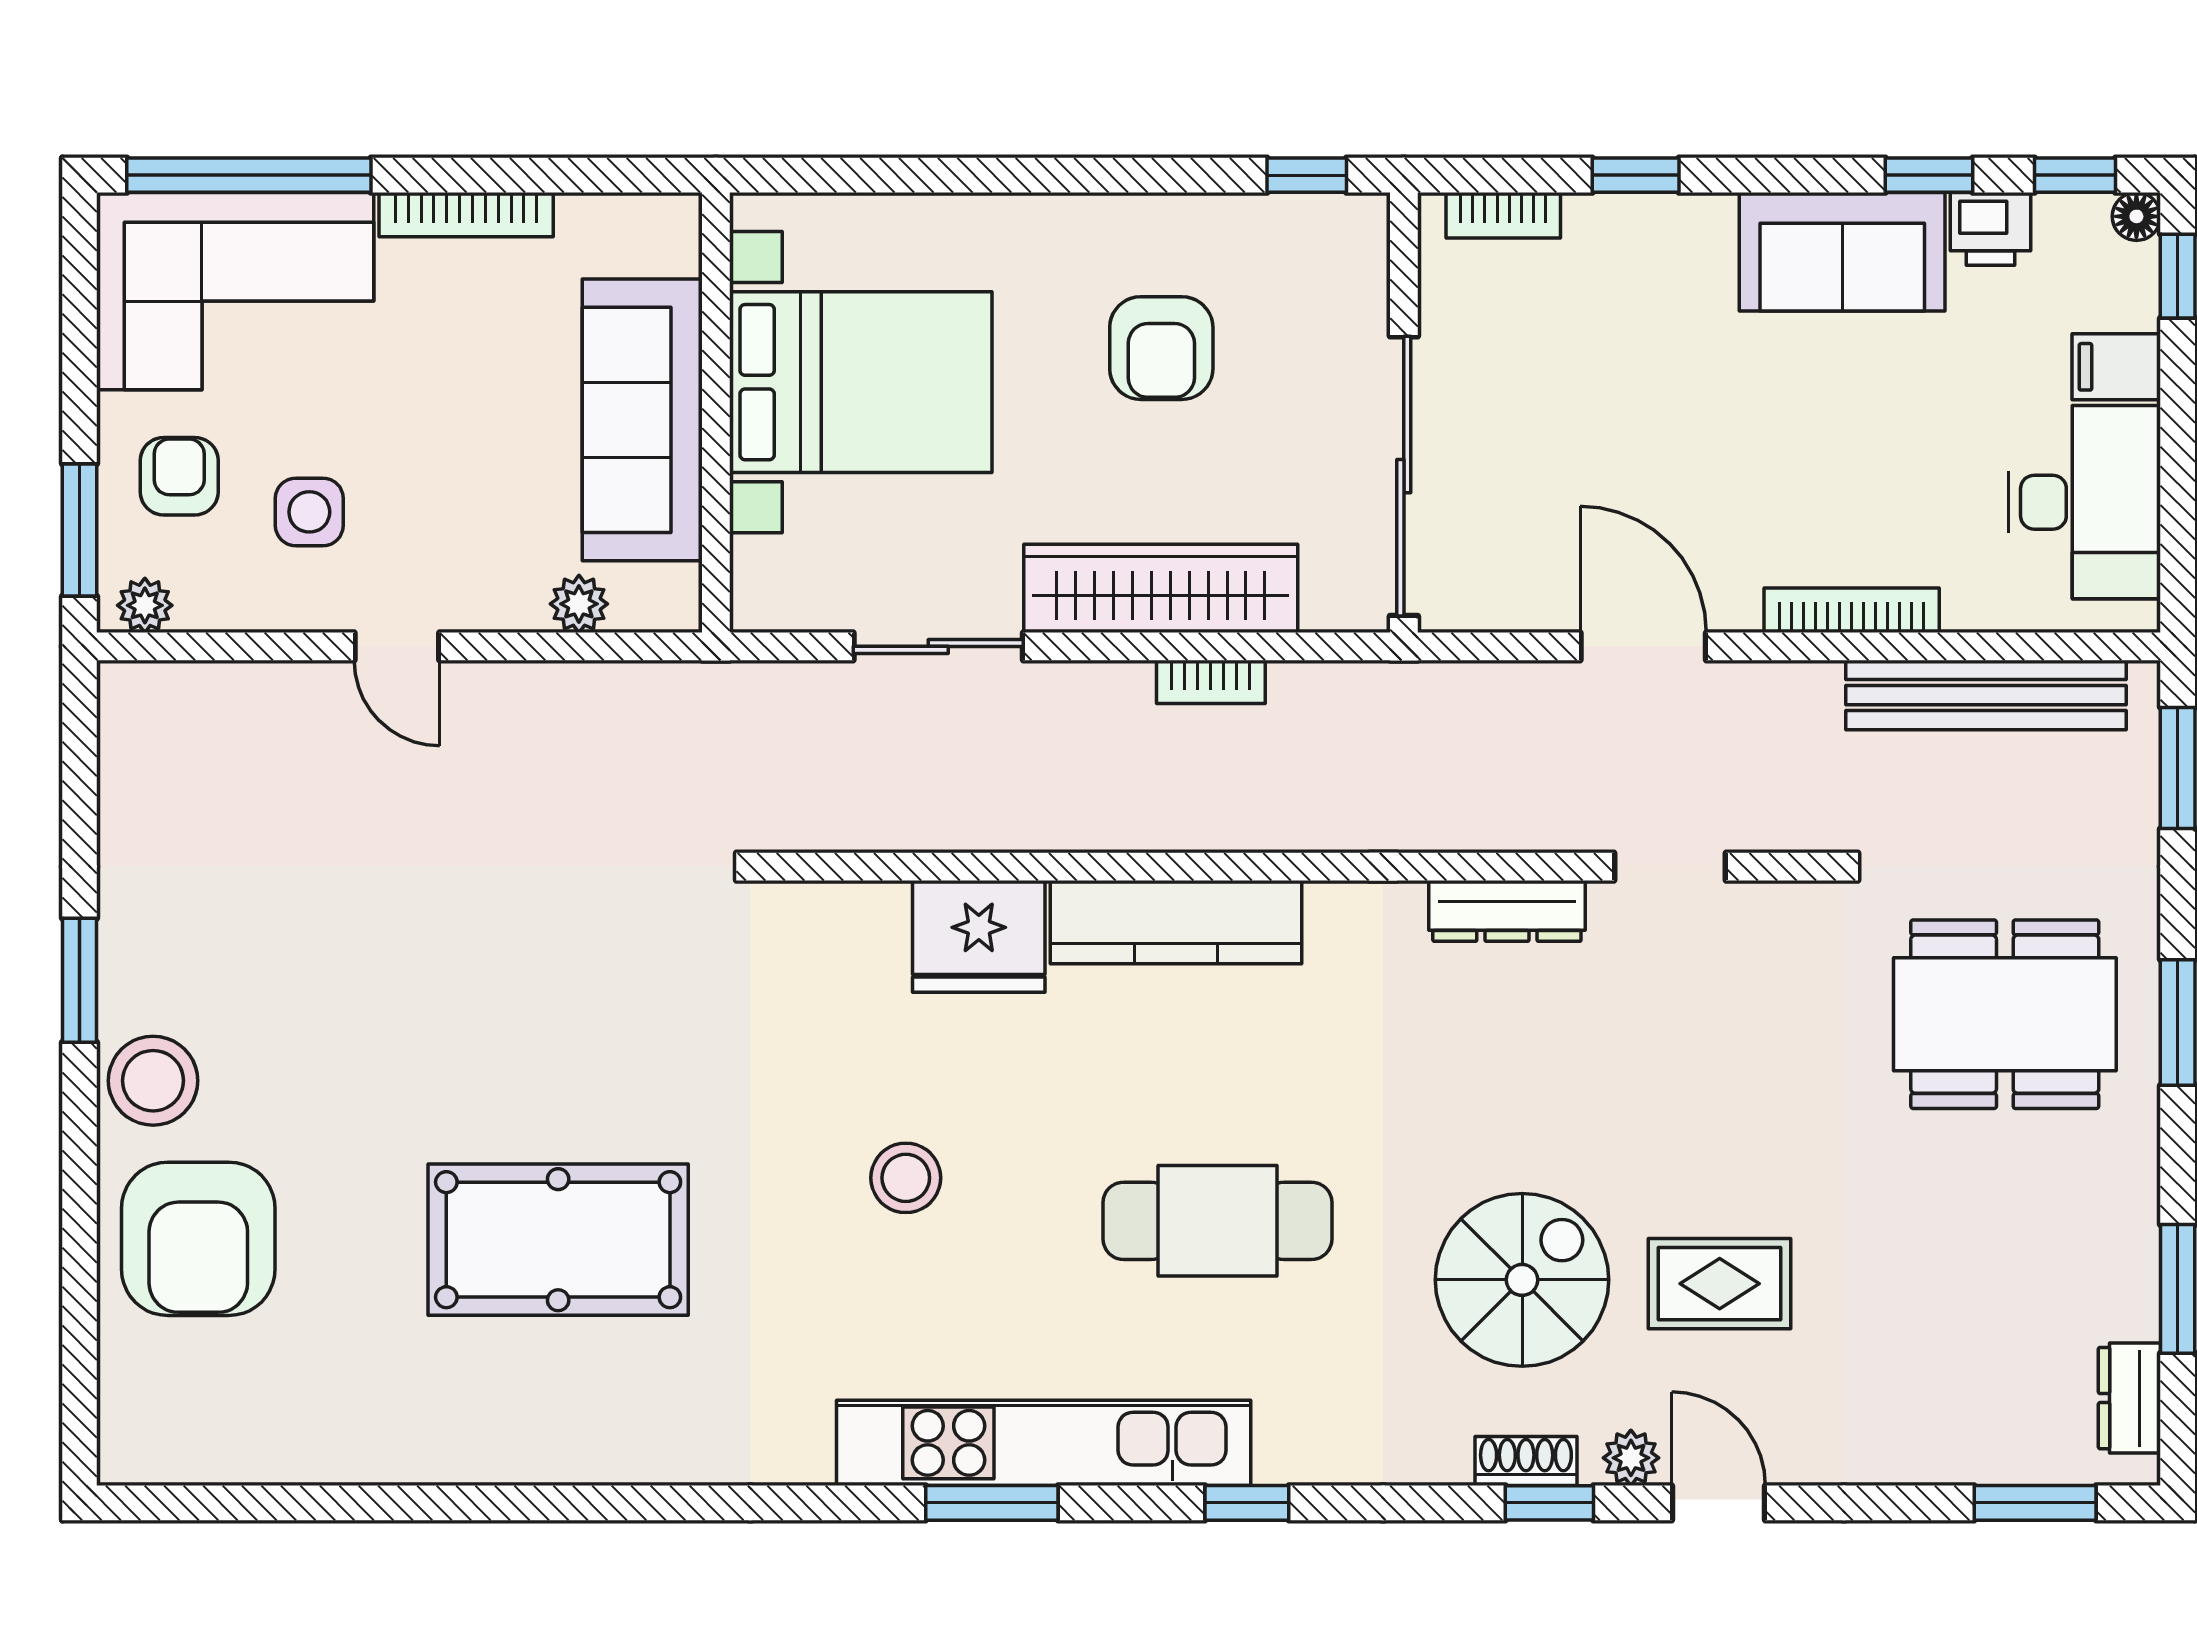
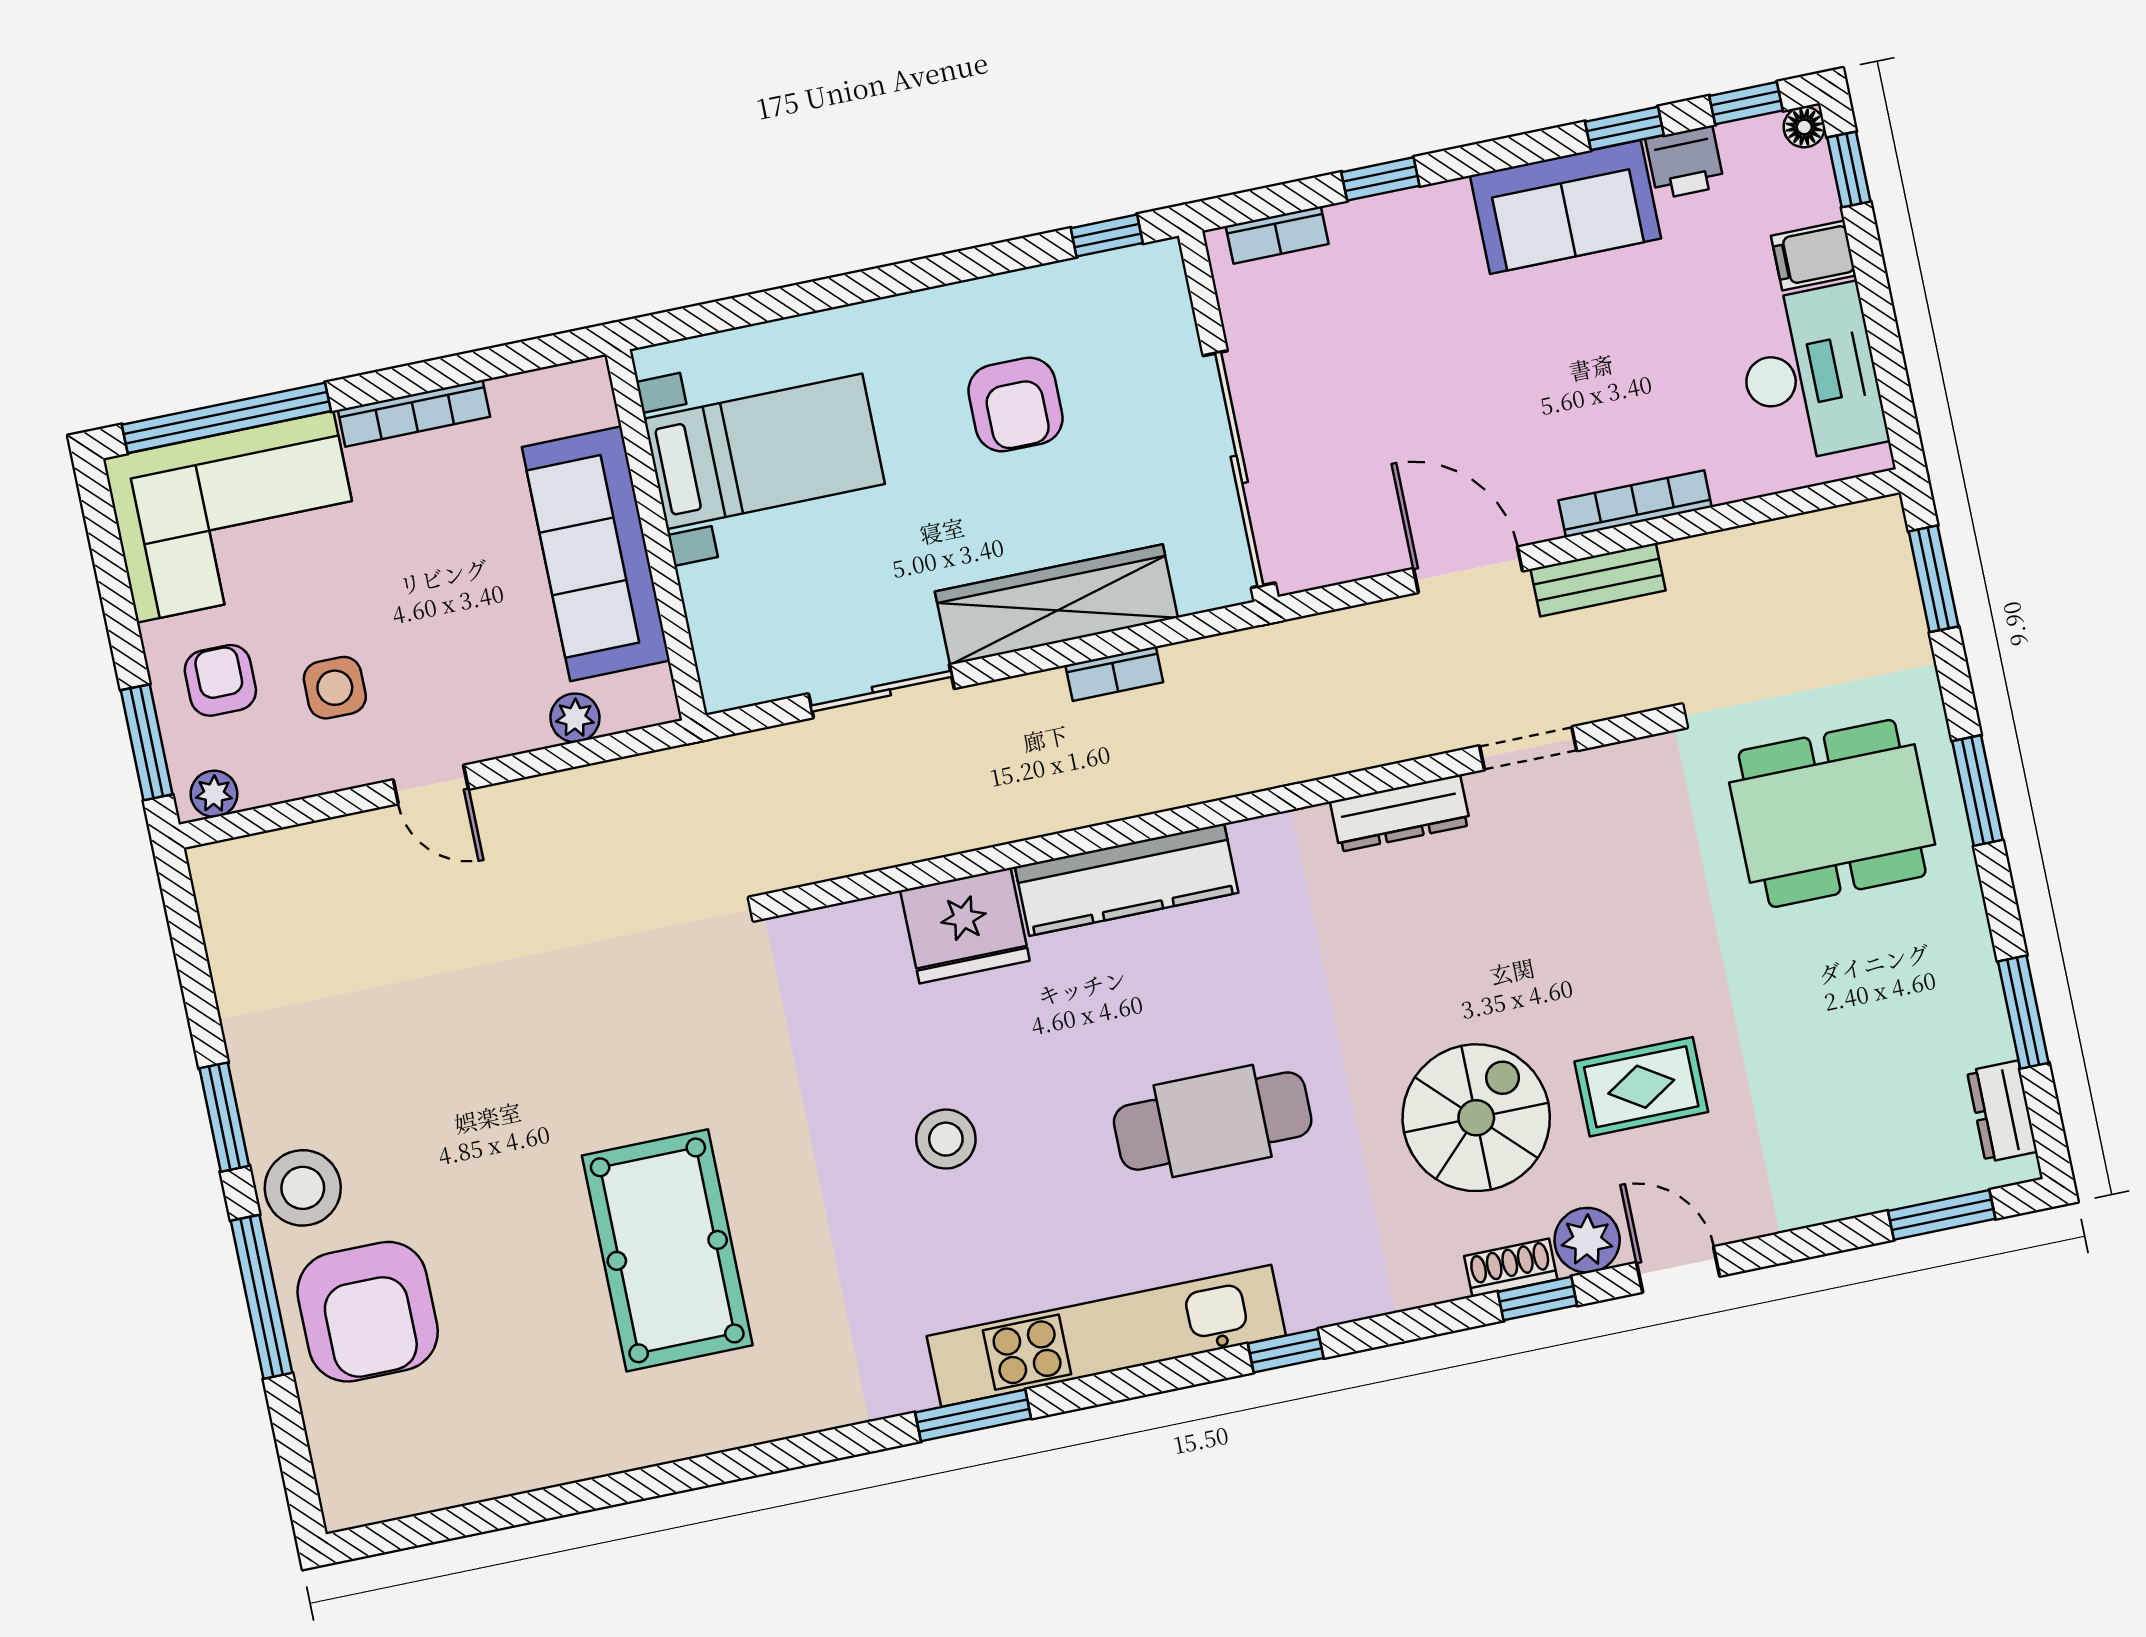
bed with nightstands: (861, 382) -> (764, 451), width x0.73
bench: (1986, 695) -> (1598, 580), moved, width x0.54, depth x0.82
window: (79, 1196) -> (261, 1297), added
pool table: (558, 1240) -> (667, 1250), turned 90
plant: (1631, 1458) -> (1587, 1240), width x1.38, depth x1.38
window: (992, 1503) -> (973, 1415), moved

